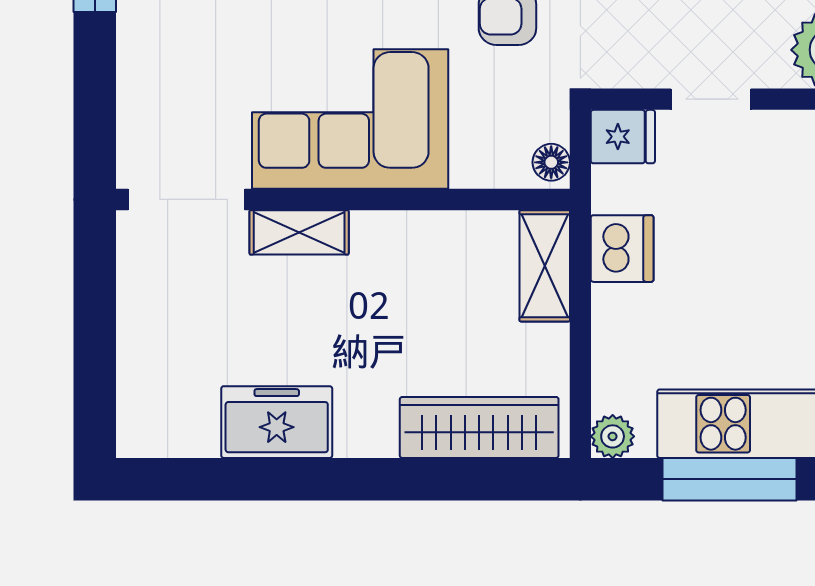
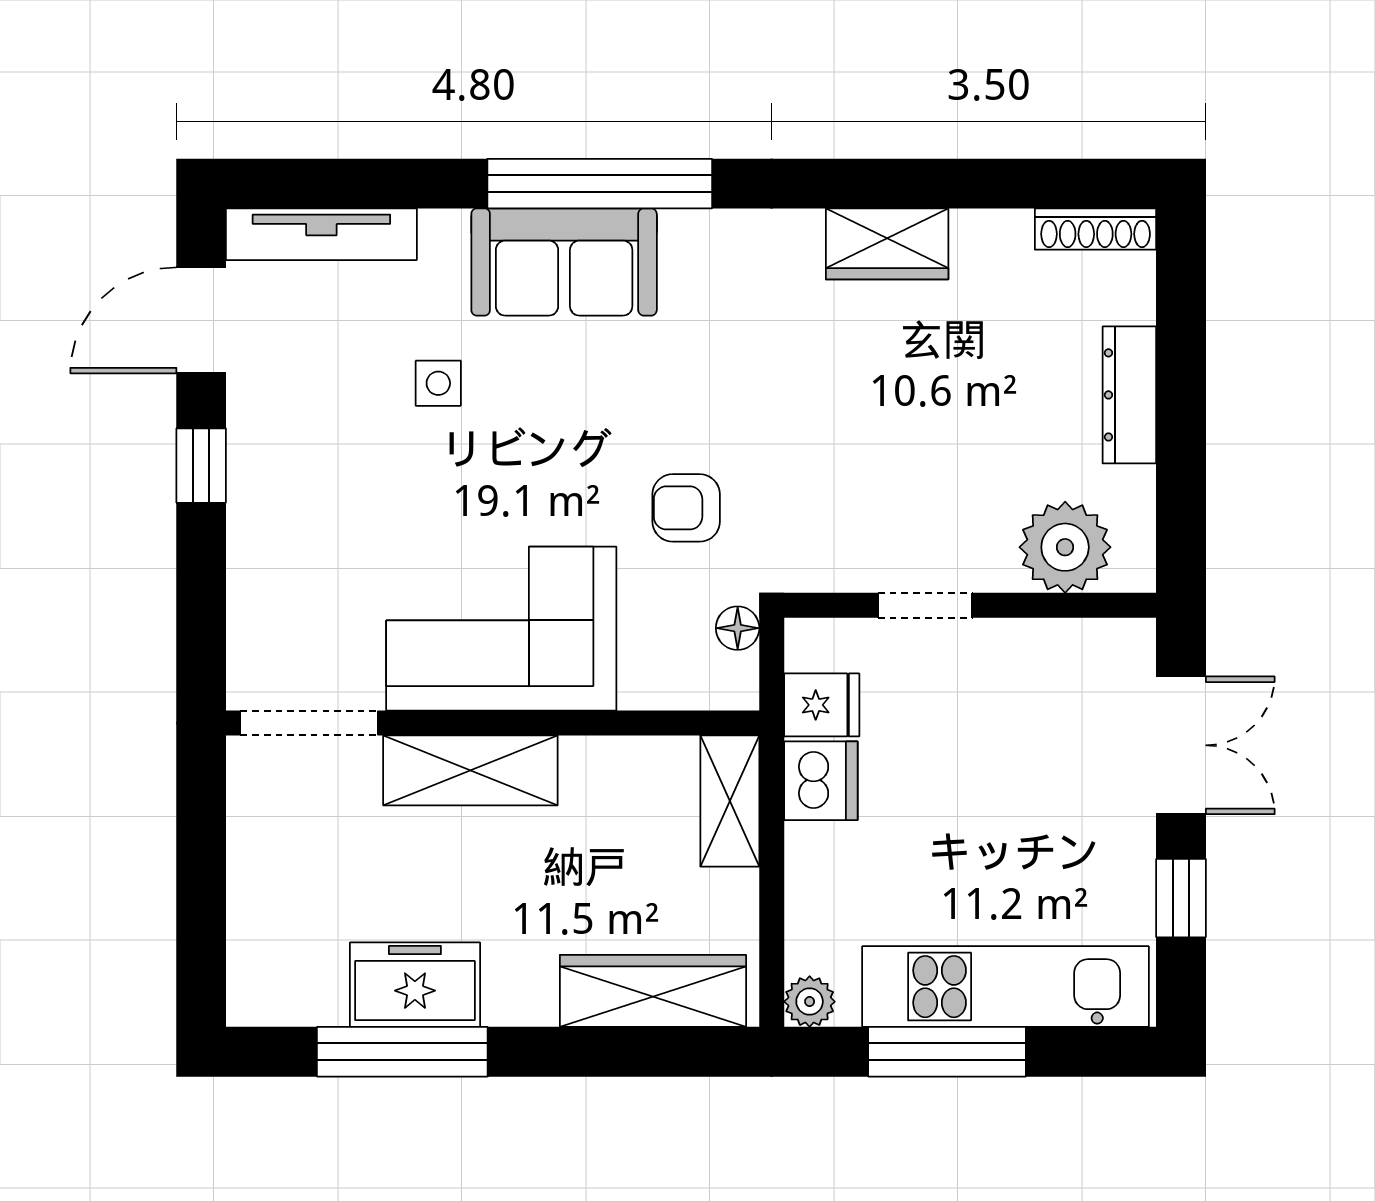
fridge: (623, 137) -> (822, 705), moved
floor lamp: (551, 162) -> (738, 628), moved
shelving: (299, 232) -> (470, 770), width x1.50, depth x1.33
window: (266, 479) -> (402, 1052), added

